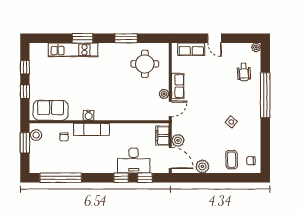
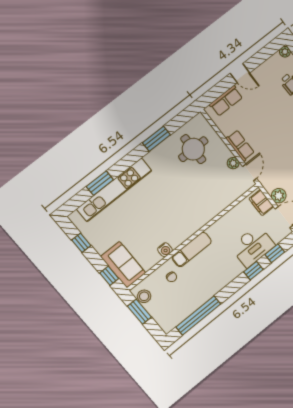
window: (83, 38) -> (100, 183), moved
kitchen unit: (73, 50) -> (114, 190), width x1.36
window: (25, 92) -> (109, 276), moved
sofa: (51, 110) -> (123, 265), moved, turned 90
water cooler: (89, 115) -> (165, 250), moved

